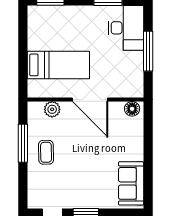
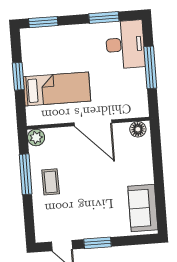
window: (23, 50) -> (18, 76), added
plant: (52, 109) -> (36, 137), moved

